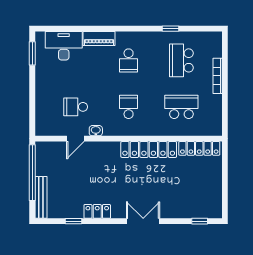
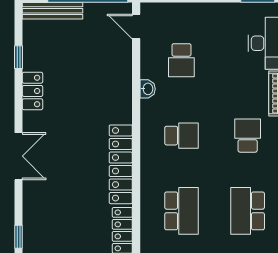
school desk: (129, 60) -> (248, 136), turned 90
school desk: (181, 60) -> (248, 211), turned -90
school desk: (76, 107) -> (181, 60), turned 180
door: (75, 139) -> (136, 27), moved

